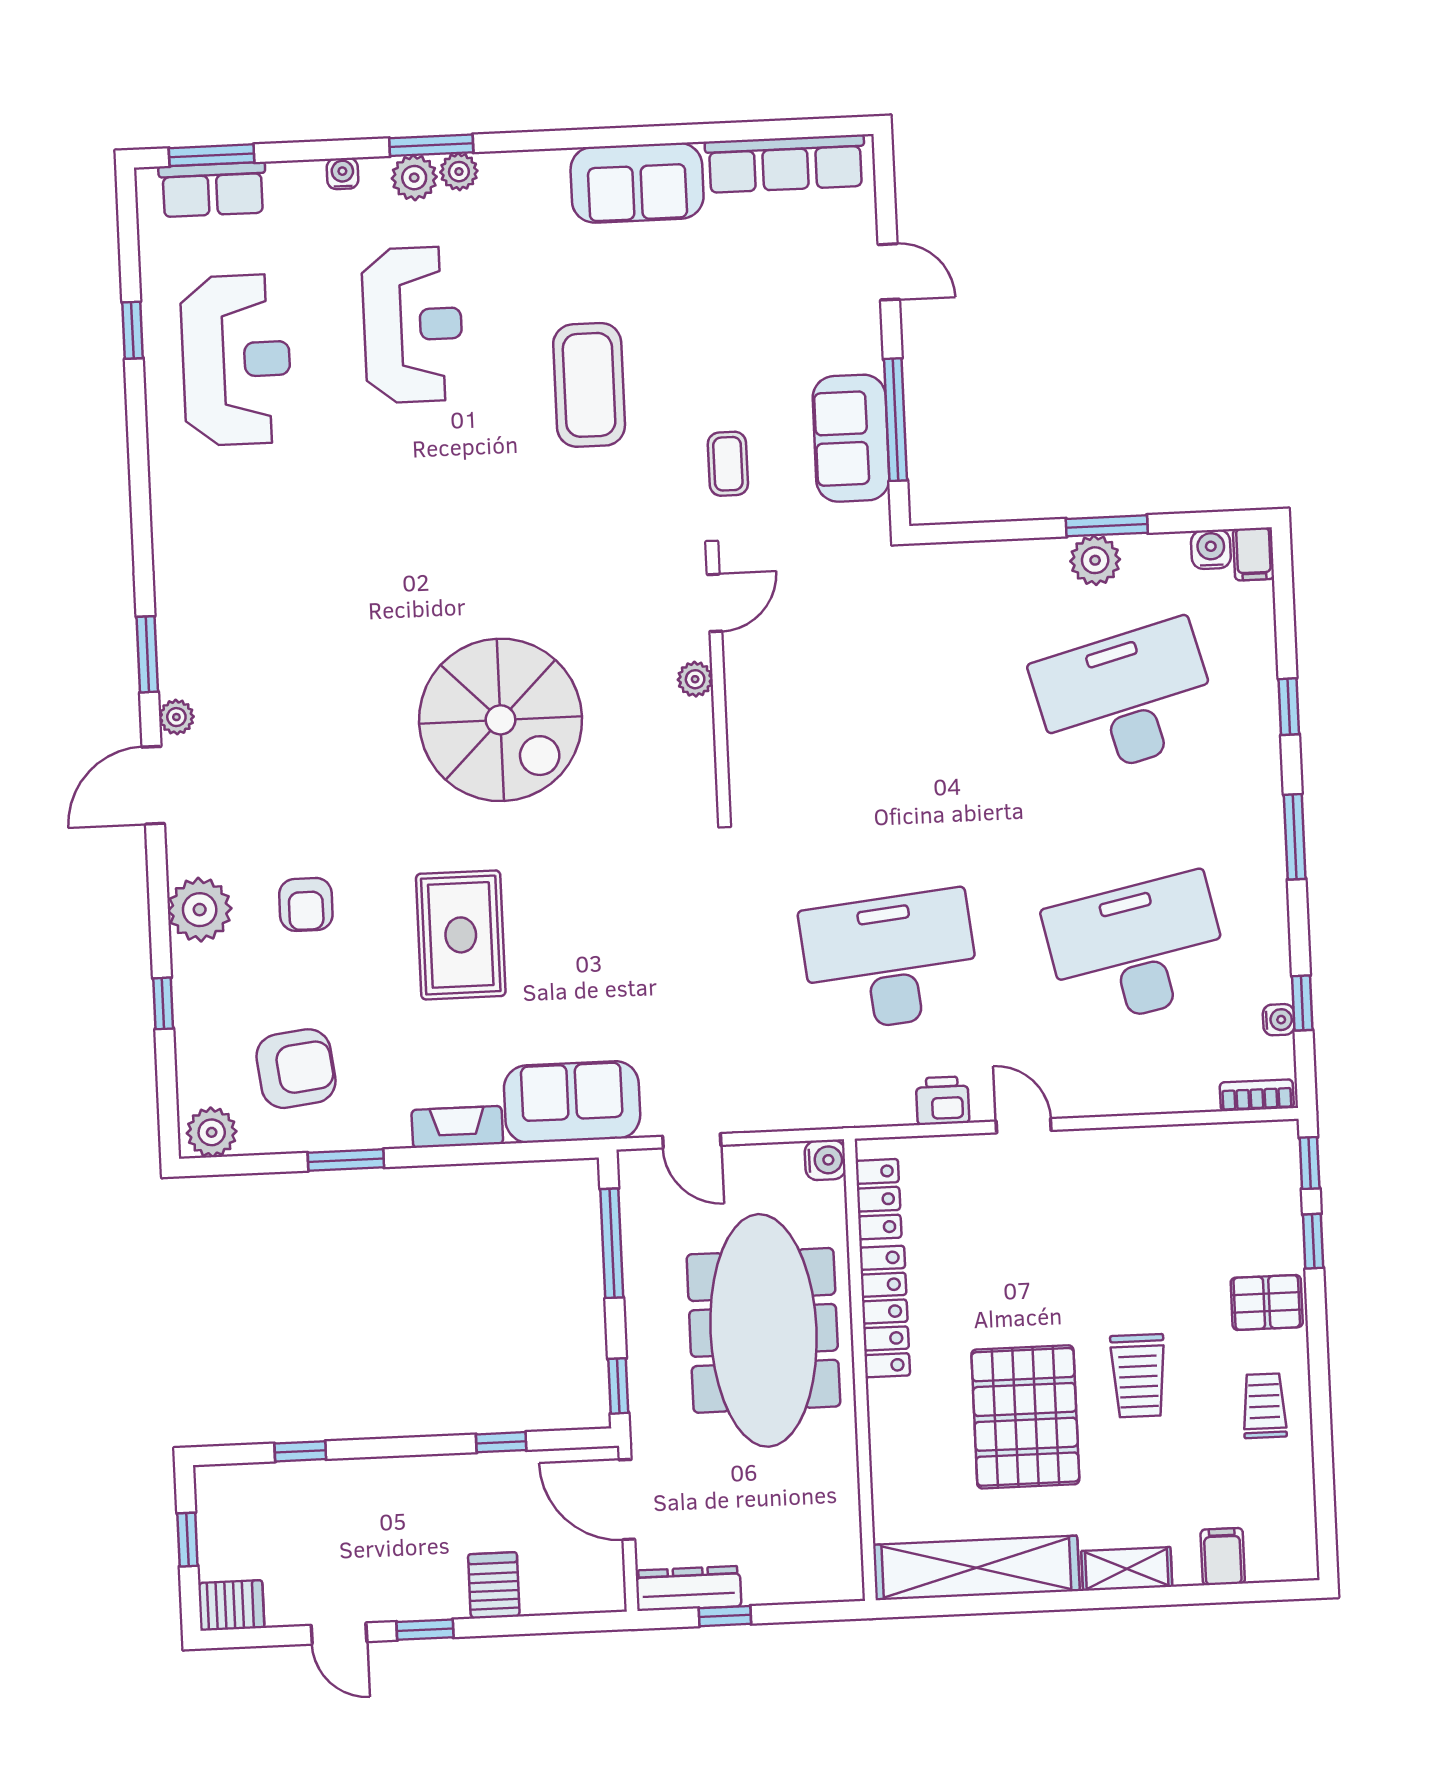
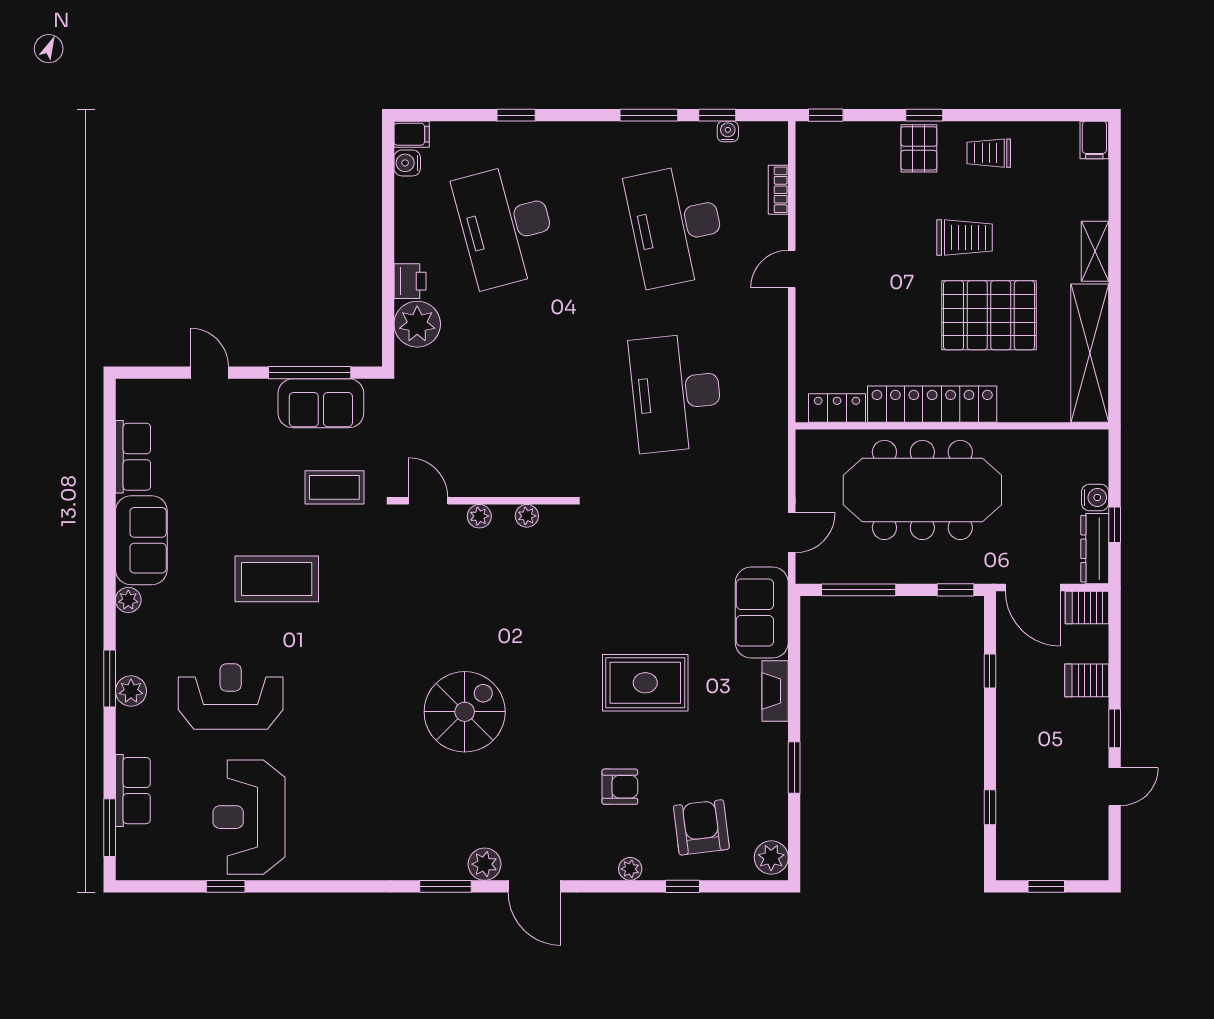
row of seats: (785, 164) -> (133, 457), width x0.68
plant: (459, 172) -> (128, 600), moved
water cooler: (342, 174) -> (126, 739), removed
row of seats: (213, 190) -> (133, 791), moved
door: (889, 272) -> (209, 373), hinge flipped
reception desk: (236, 360) -> (249, 817), turned -90
coffee table: (728, 464) -> (334, 487), width x1.36, depth x1.30
window: (1107, 526) -> (388, 233), removed
plant: (1095, 560) -> (417, 324), moved, width x1.36, depth x1.36
plant: (176, 717) -> (485, 864), width x1.38, depth x1.38
spiral stairs: (501, 720) -> (465, 712), moved, width x0.73, depth x0.73
plant: (699, 749) -> (527, 516), added
window: (1295, 837) -> (649, 115), moved
plant: (200, 910) -> (630, 869), width x0.53, depth x0.53
armchair: (296, 1069) -> (701, 827), moved
bookcase: (1257, 1095) -> (778, 190), moved
printer: (943, 1101) -> (410, 281), moved, turned 180
door: (1024, 1126) -> (792, 269), moved
water cooler: (825, 1160) -> (1095, 497), moved, turned 90
window: (1313, 1241) -> (924, 115), moved
locker: (885, 1312) -> (932, 404), width x1.41, depth x1.21
door: (627, 1500) -> (1033, 588), hinge flipped
filing cabinet: (1223, 1557) -> (1094, 140), moved, turned -90
server rack: (231, 1605) -> (1087, 607), moved, turned -90

